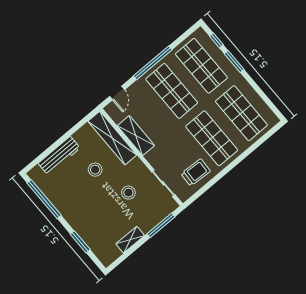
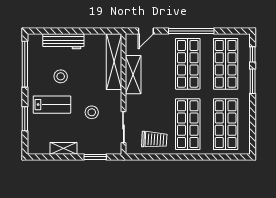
stool: (95, 170) -> (61, 76), moved
lab bench: (92, 213) -> (52, 105), added
window: (161, 225) -> (95, 157), width x0.69

